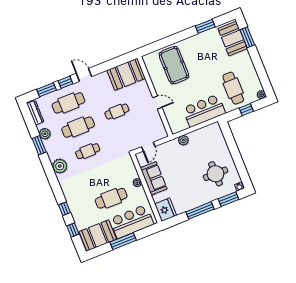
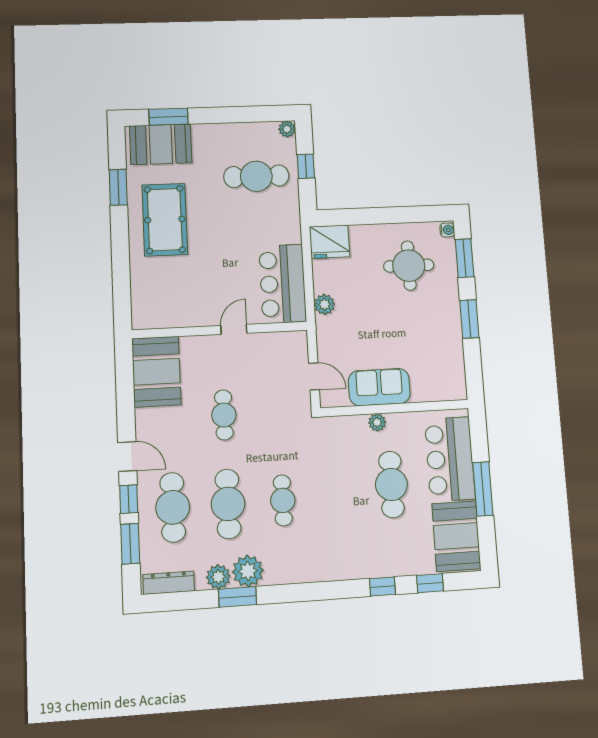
pool table: (174, 65) -> (165, 220), moved, turned 90
door: (84, 75) -> (127, 456), swing flipped
bar counter: (204, 111) -> (283, 284), moved
plant: (60, 166) -> (248, 571), moved
fridge: (166, 210) -> (330, 242), moved, turned 180
window: (200, 210) -> (469, 319), width x0.69

